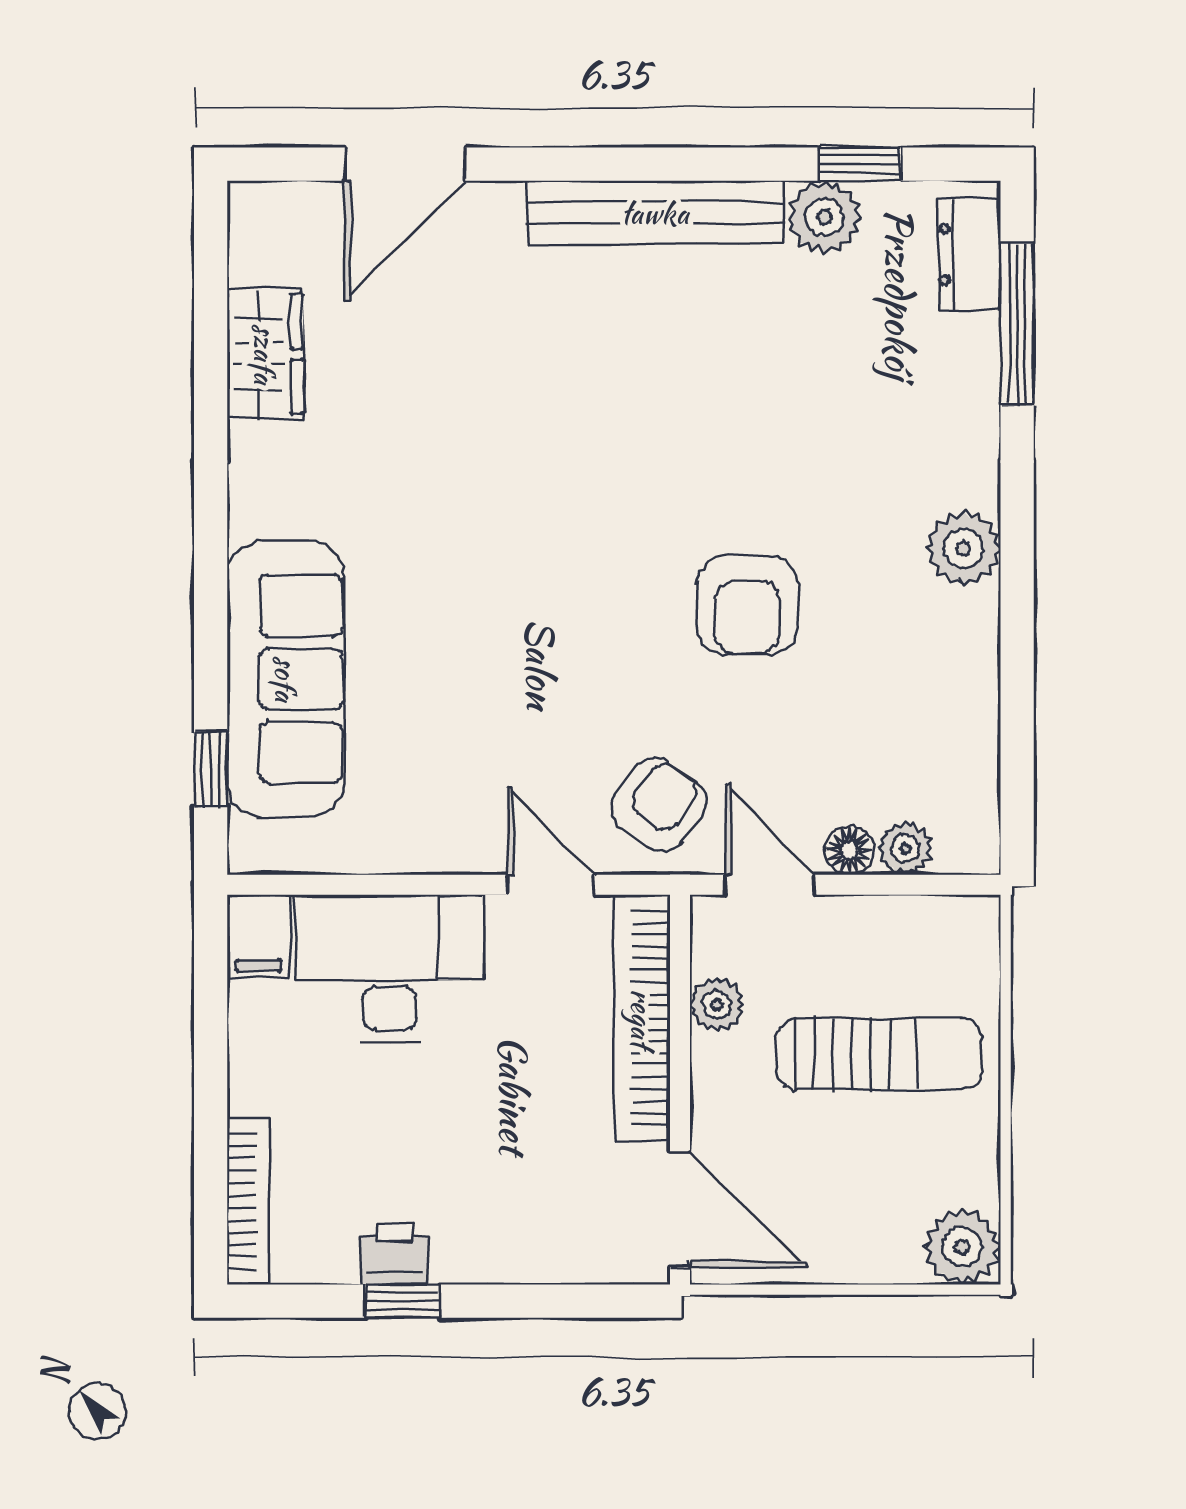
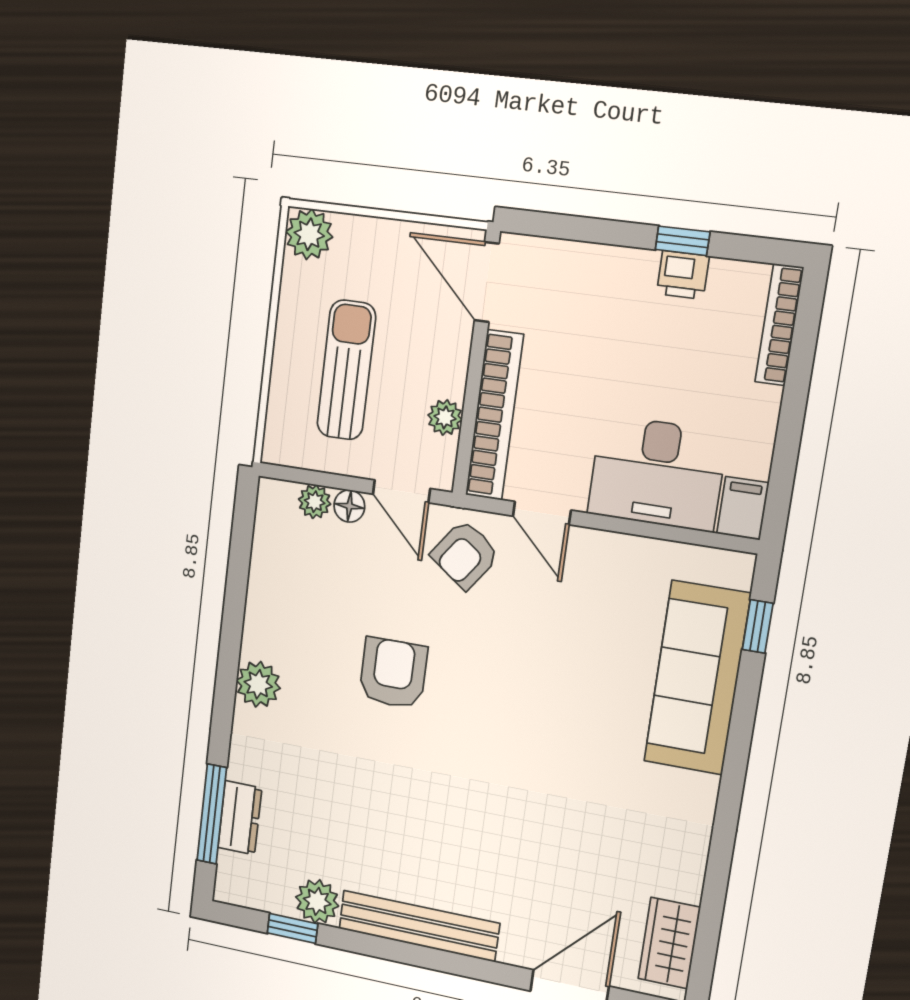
dresser: (969, 254) -> (240, 818), moved
wardrobe: (265, 354) -> (669, 943), moved
sun lounger: (879, 1054) -> (346, 370), turned 90

